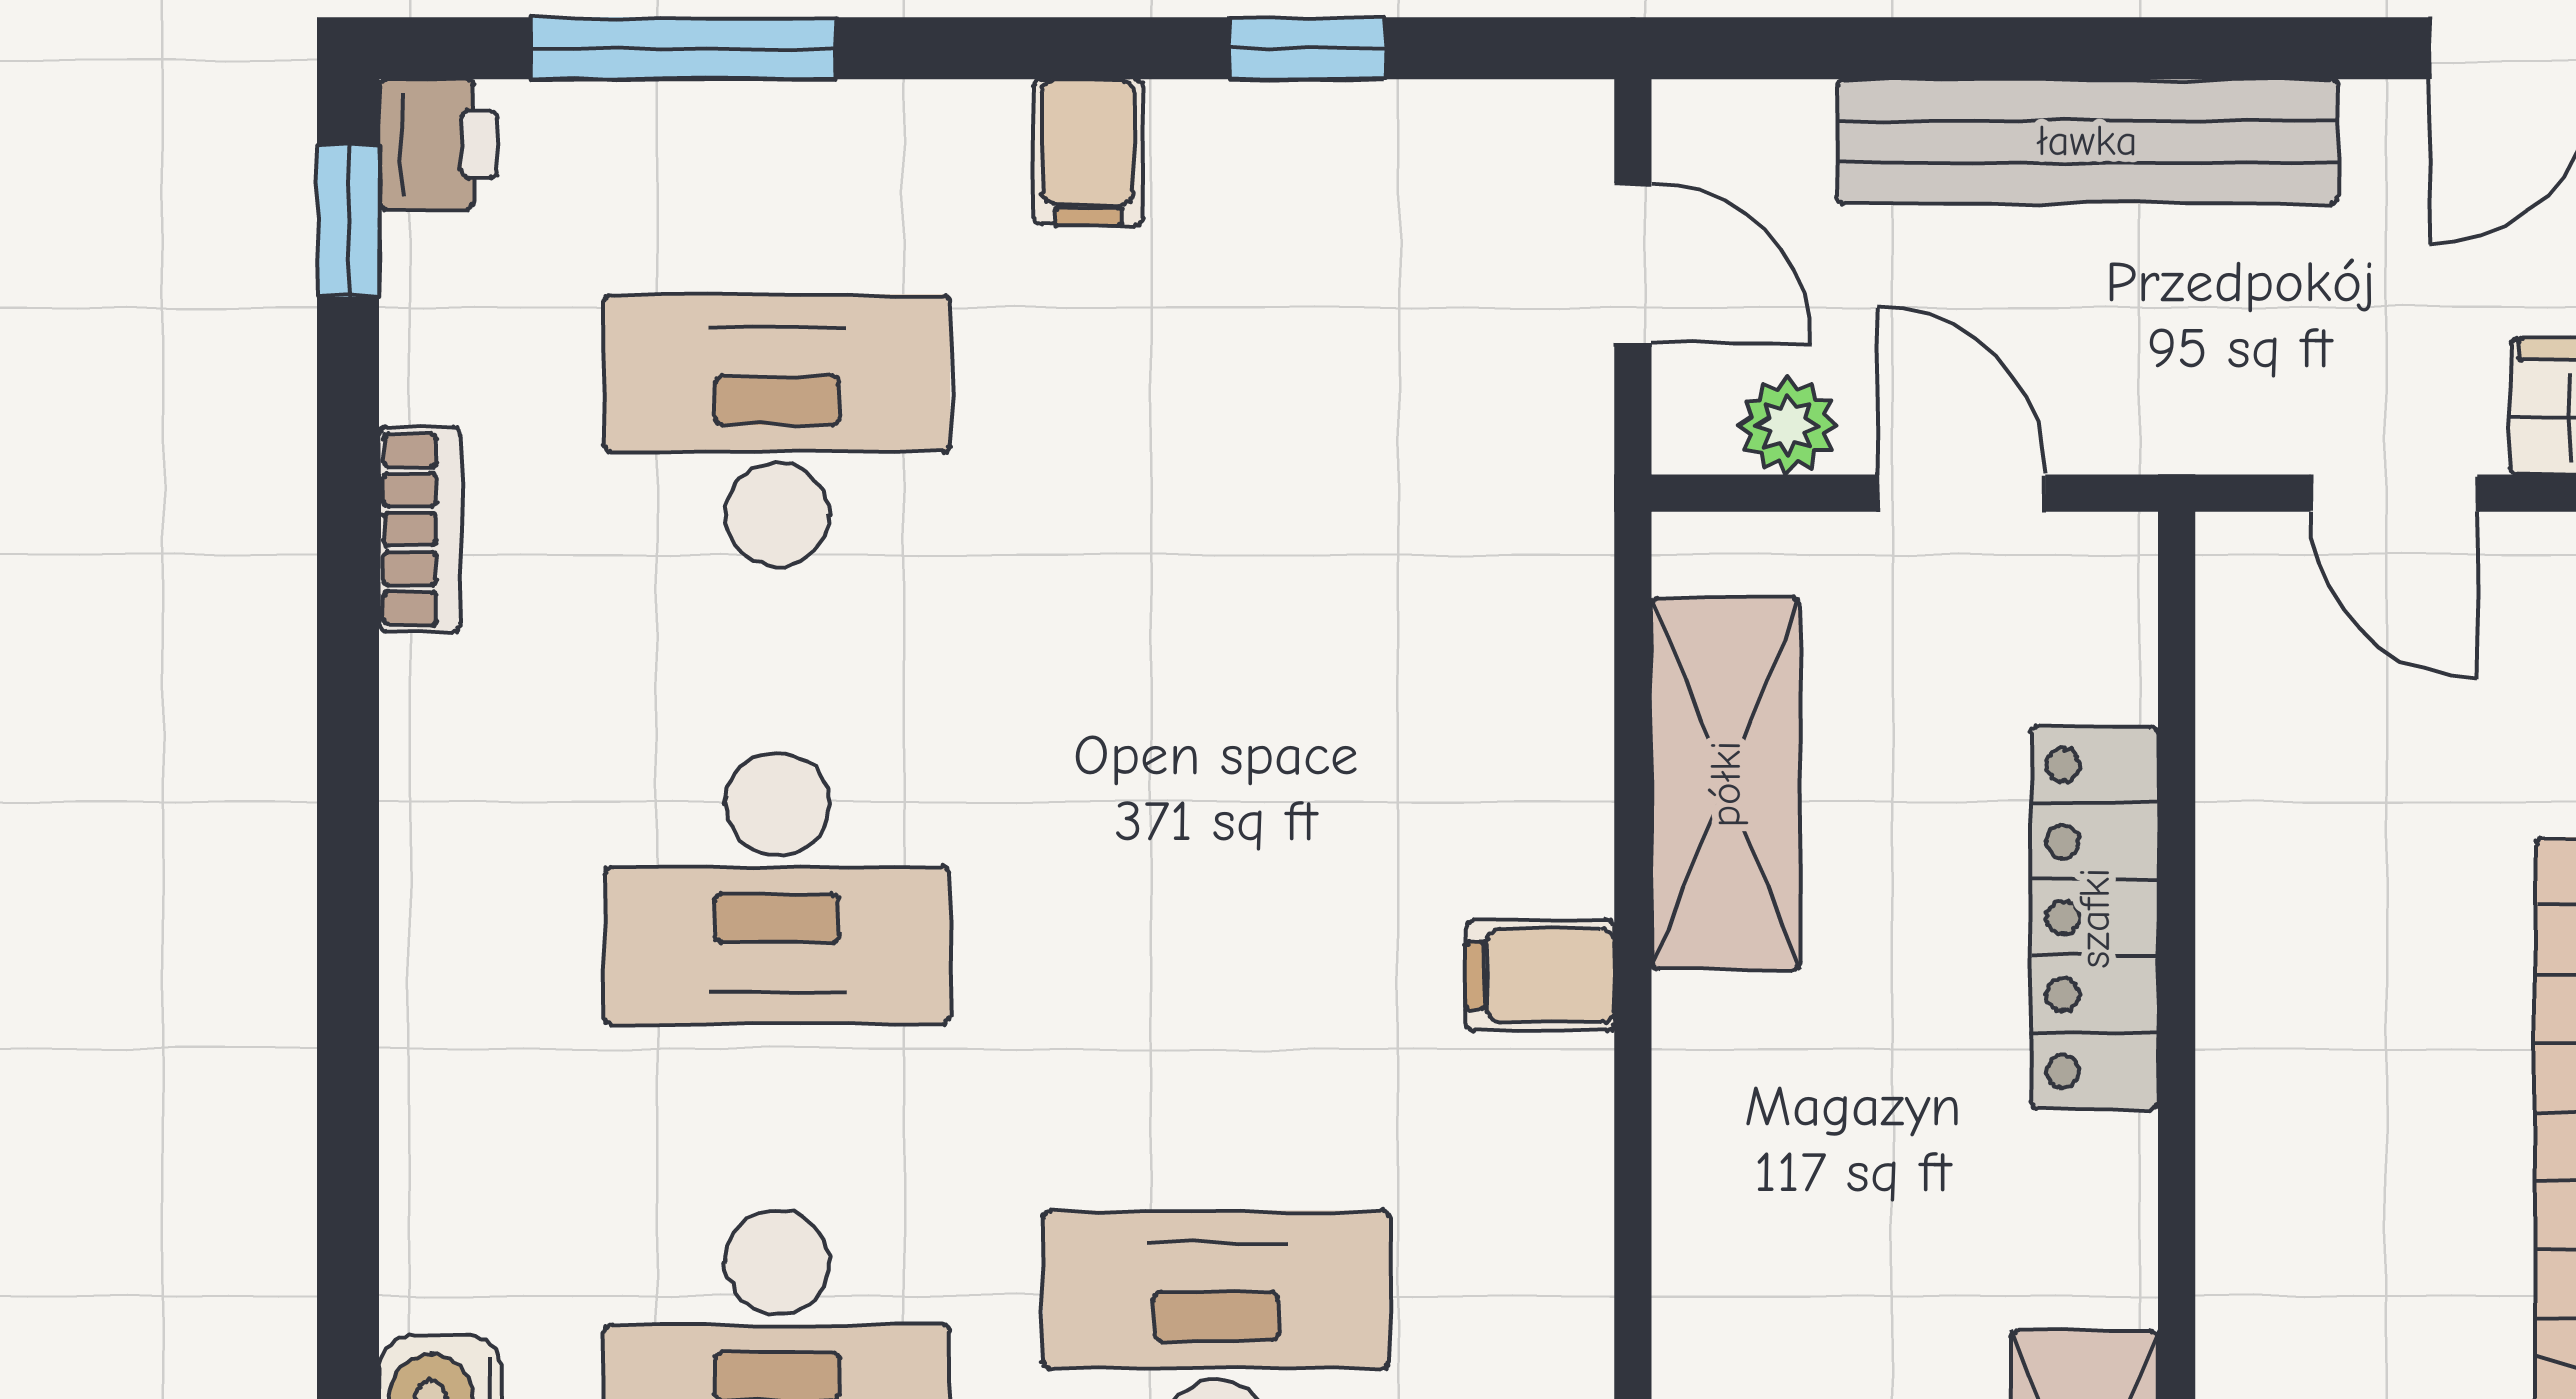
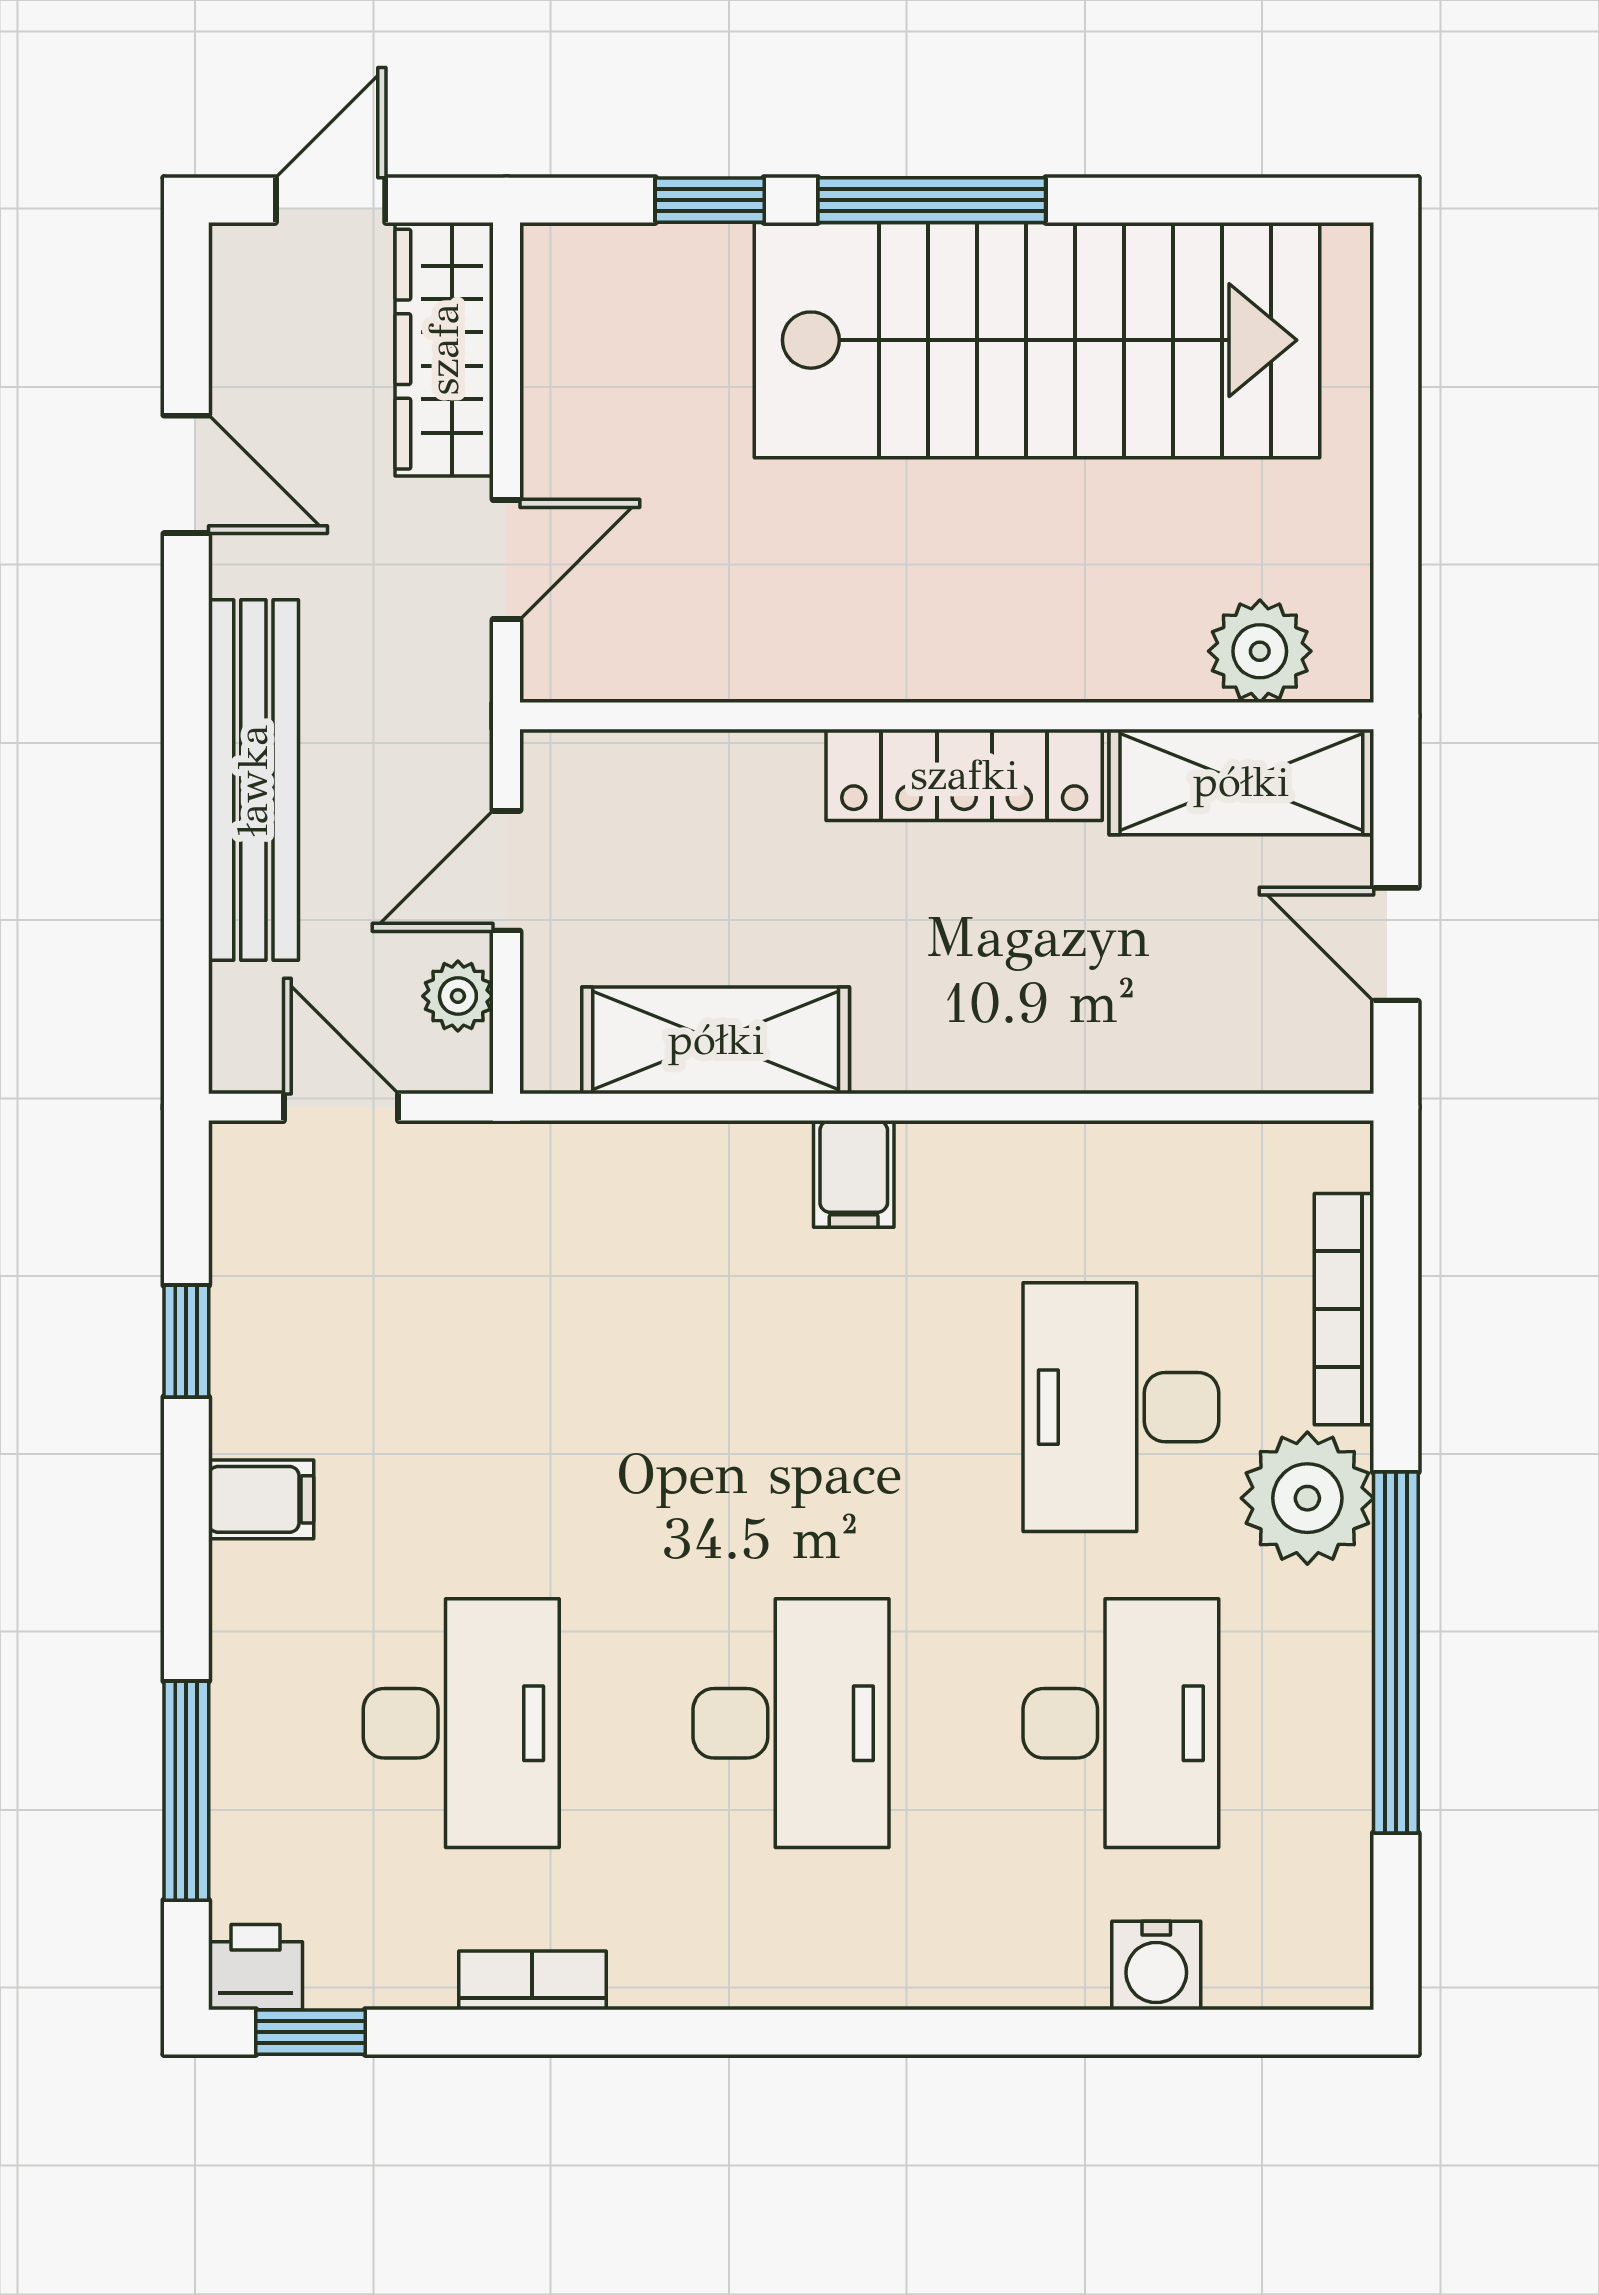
door: (1633, 263) -> (341, 1107), hinge flipped
desk: (777, 430) -> (461, 1723), turned 180
locker: (2095, 918) -> (964, 775), moved

